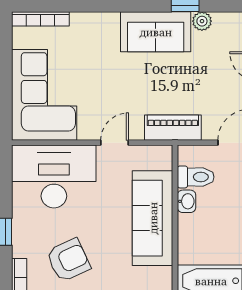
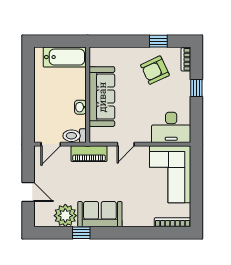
plant: (202, 21) -> (65, 216), width x1.88, depth x1.88
desk: (54, 176) -> (171, 127), width x0.73, depth x0.77
toilet: (196, 177) -> (75, 136), moved

